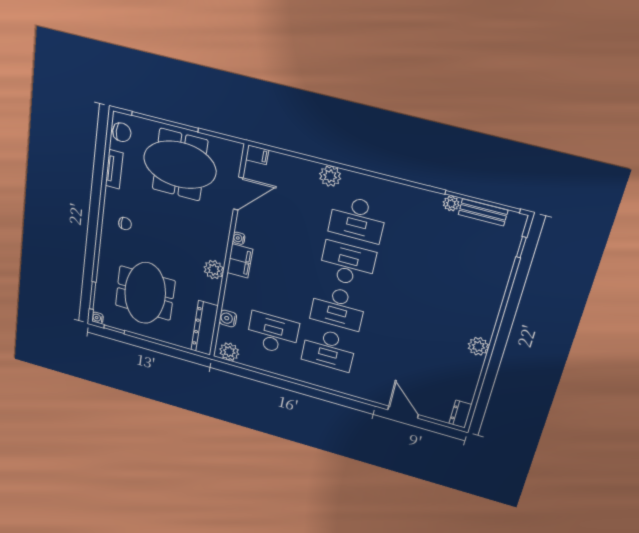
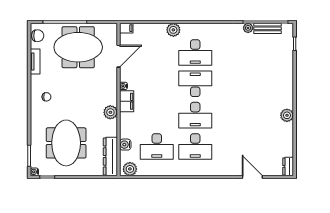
desk: (273, 334) -> (157, 146), turned 180

